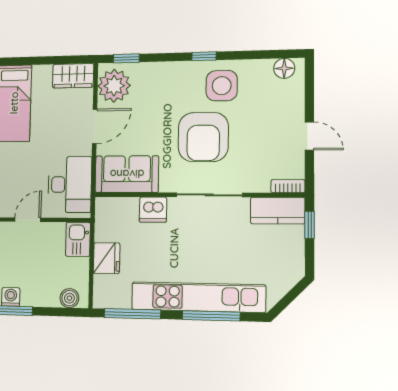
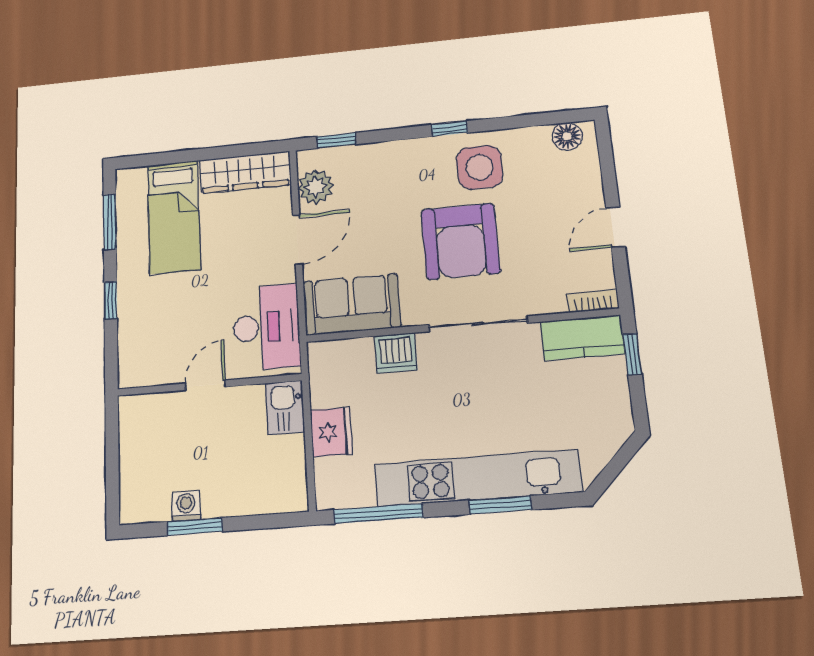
wardrobe: (73, 76) -> (245, 172), width x1.50
plant: (114, 86) -> (316, 187), width x0.73, depth x0.73
door: (309, 136) -> (615, 227), swing flipped
boiler: (69, 298) -> (278, 499), removed
window: (211, 316) -> (500, 505), width x0.69

